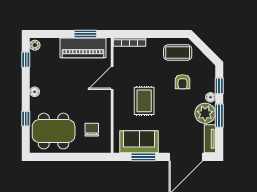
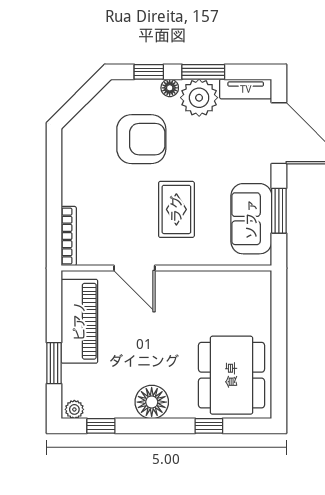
window: (85, 34) -> (54, 363), moved
coffee table: (178, 53) -> (88, 148), removed
armchair: (183, 82) -> (141, 139), width x1.88, depth x1.88
floor lamp: (35, 92) -> (152, 402), width x1.89, depth x1.89
rug: (144, 101) -> (176, 209), turned 90
chair: (92, 130) -> (229, 305), removed

